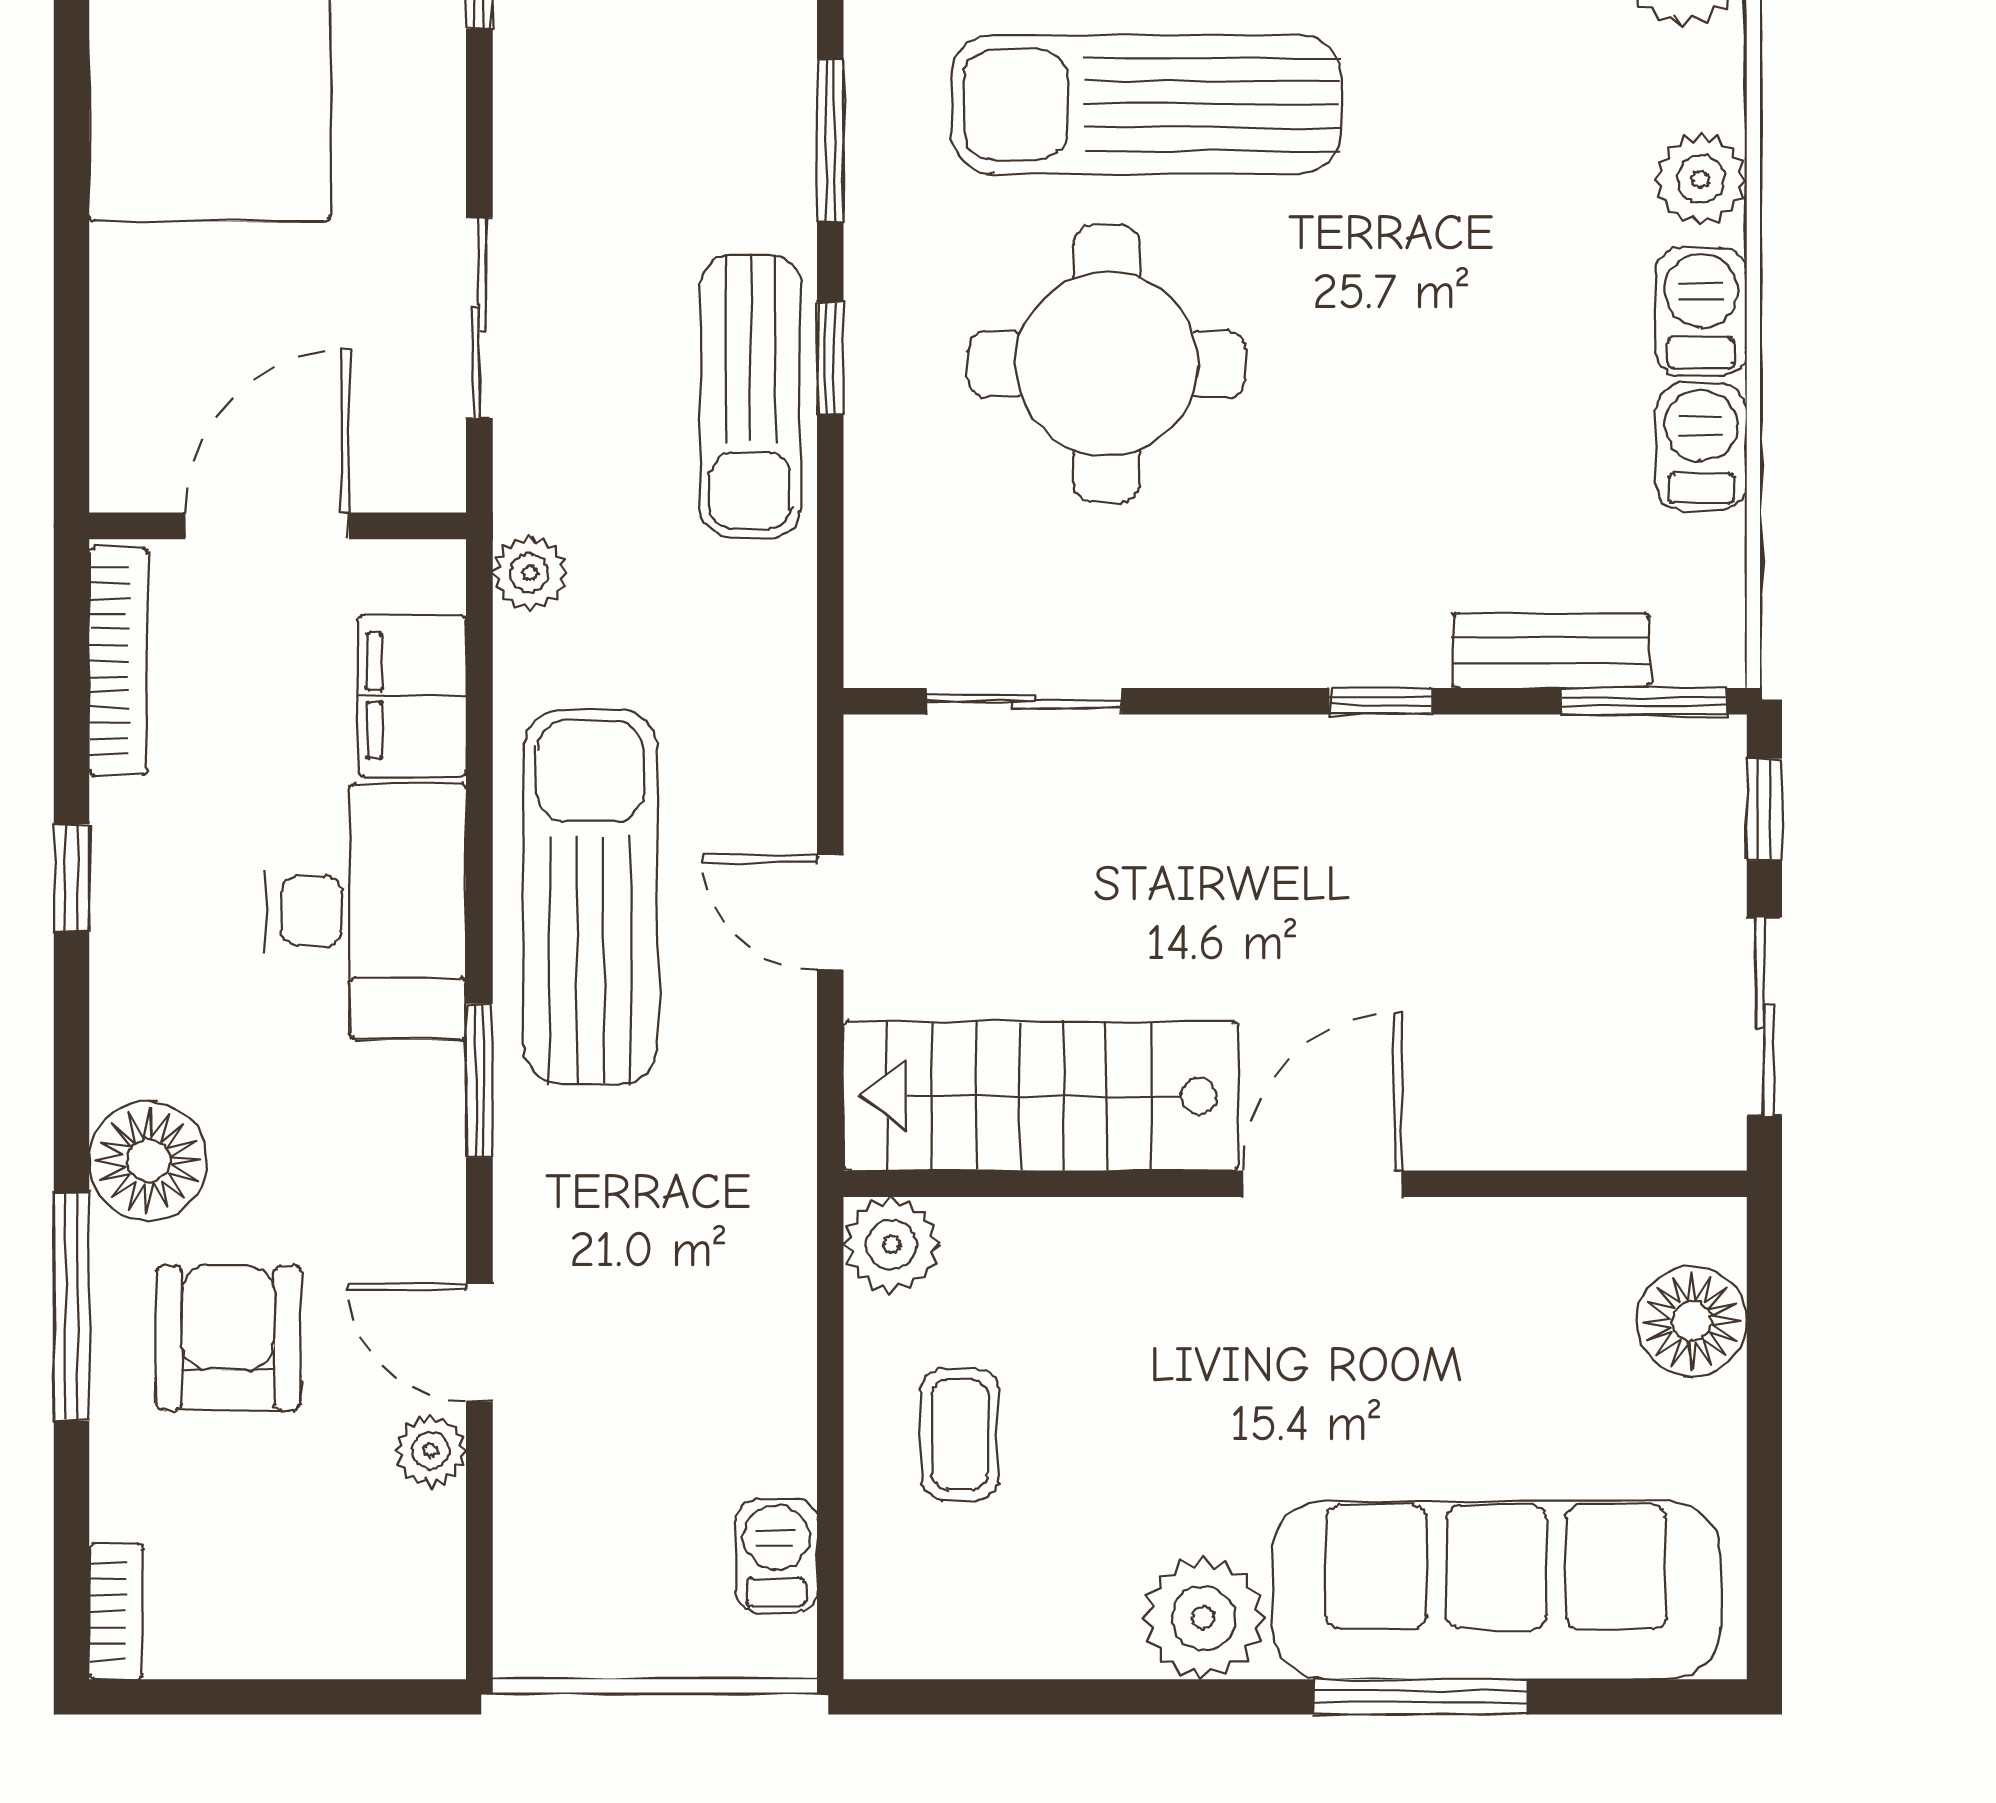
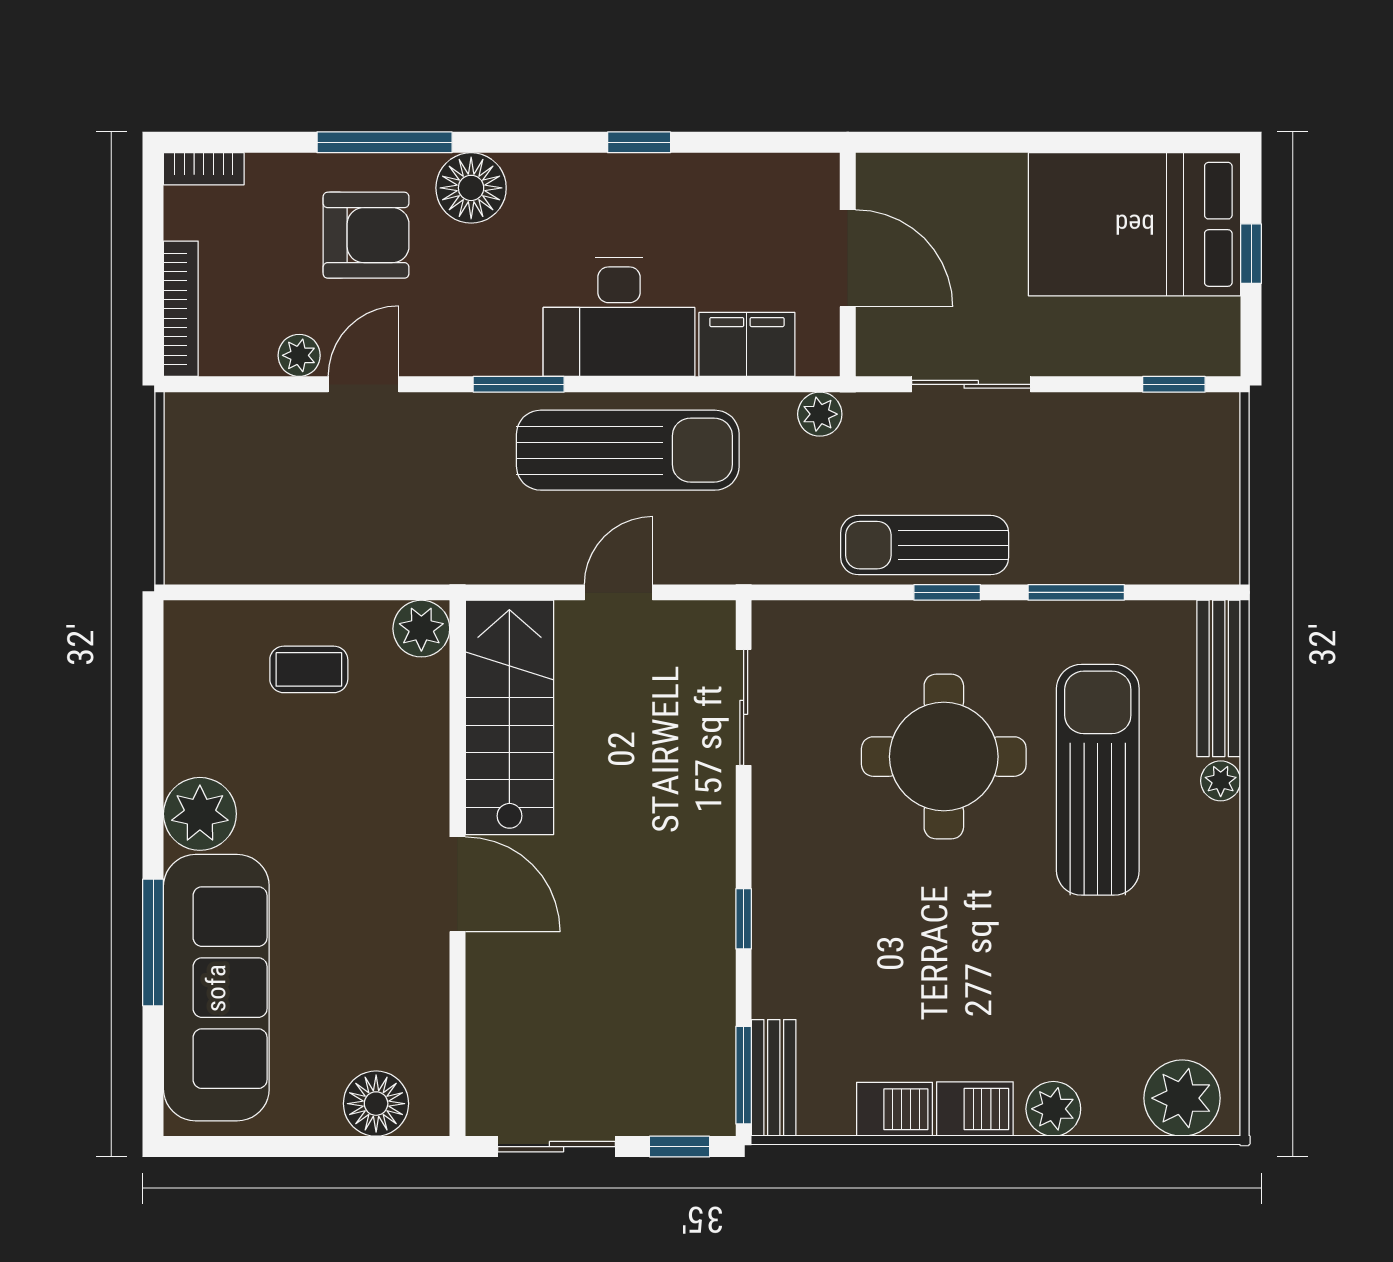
bench: (1551, 651) -> (774, 1078), moved
bookcase: (118, 661) -> (181, 309), moved, turned -90
barbecue: (776, 1556) -> (237, 560), removed

